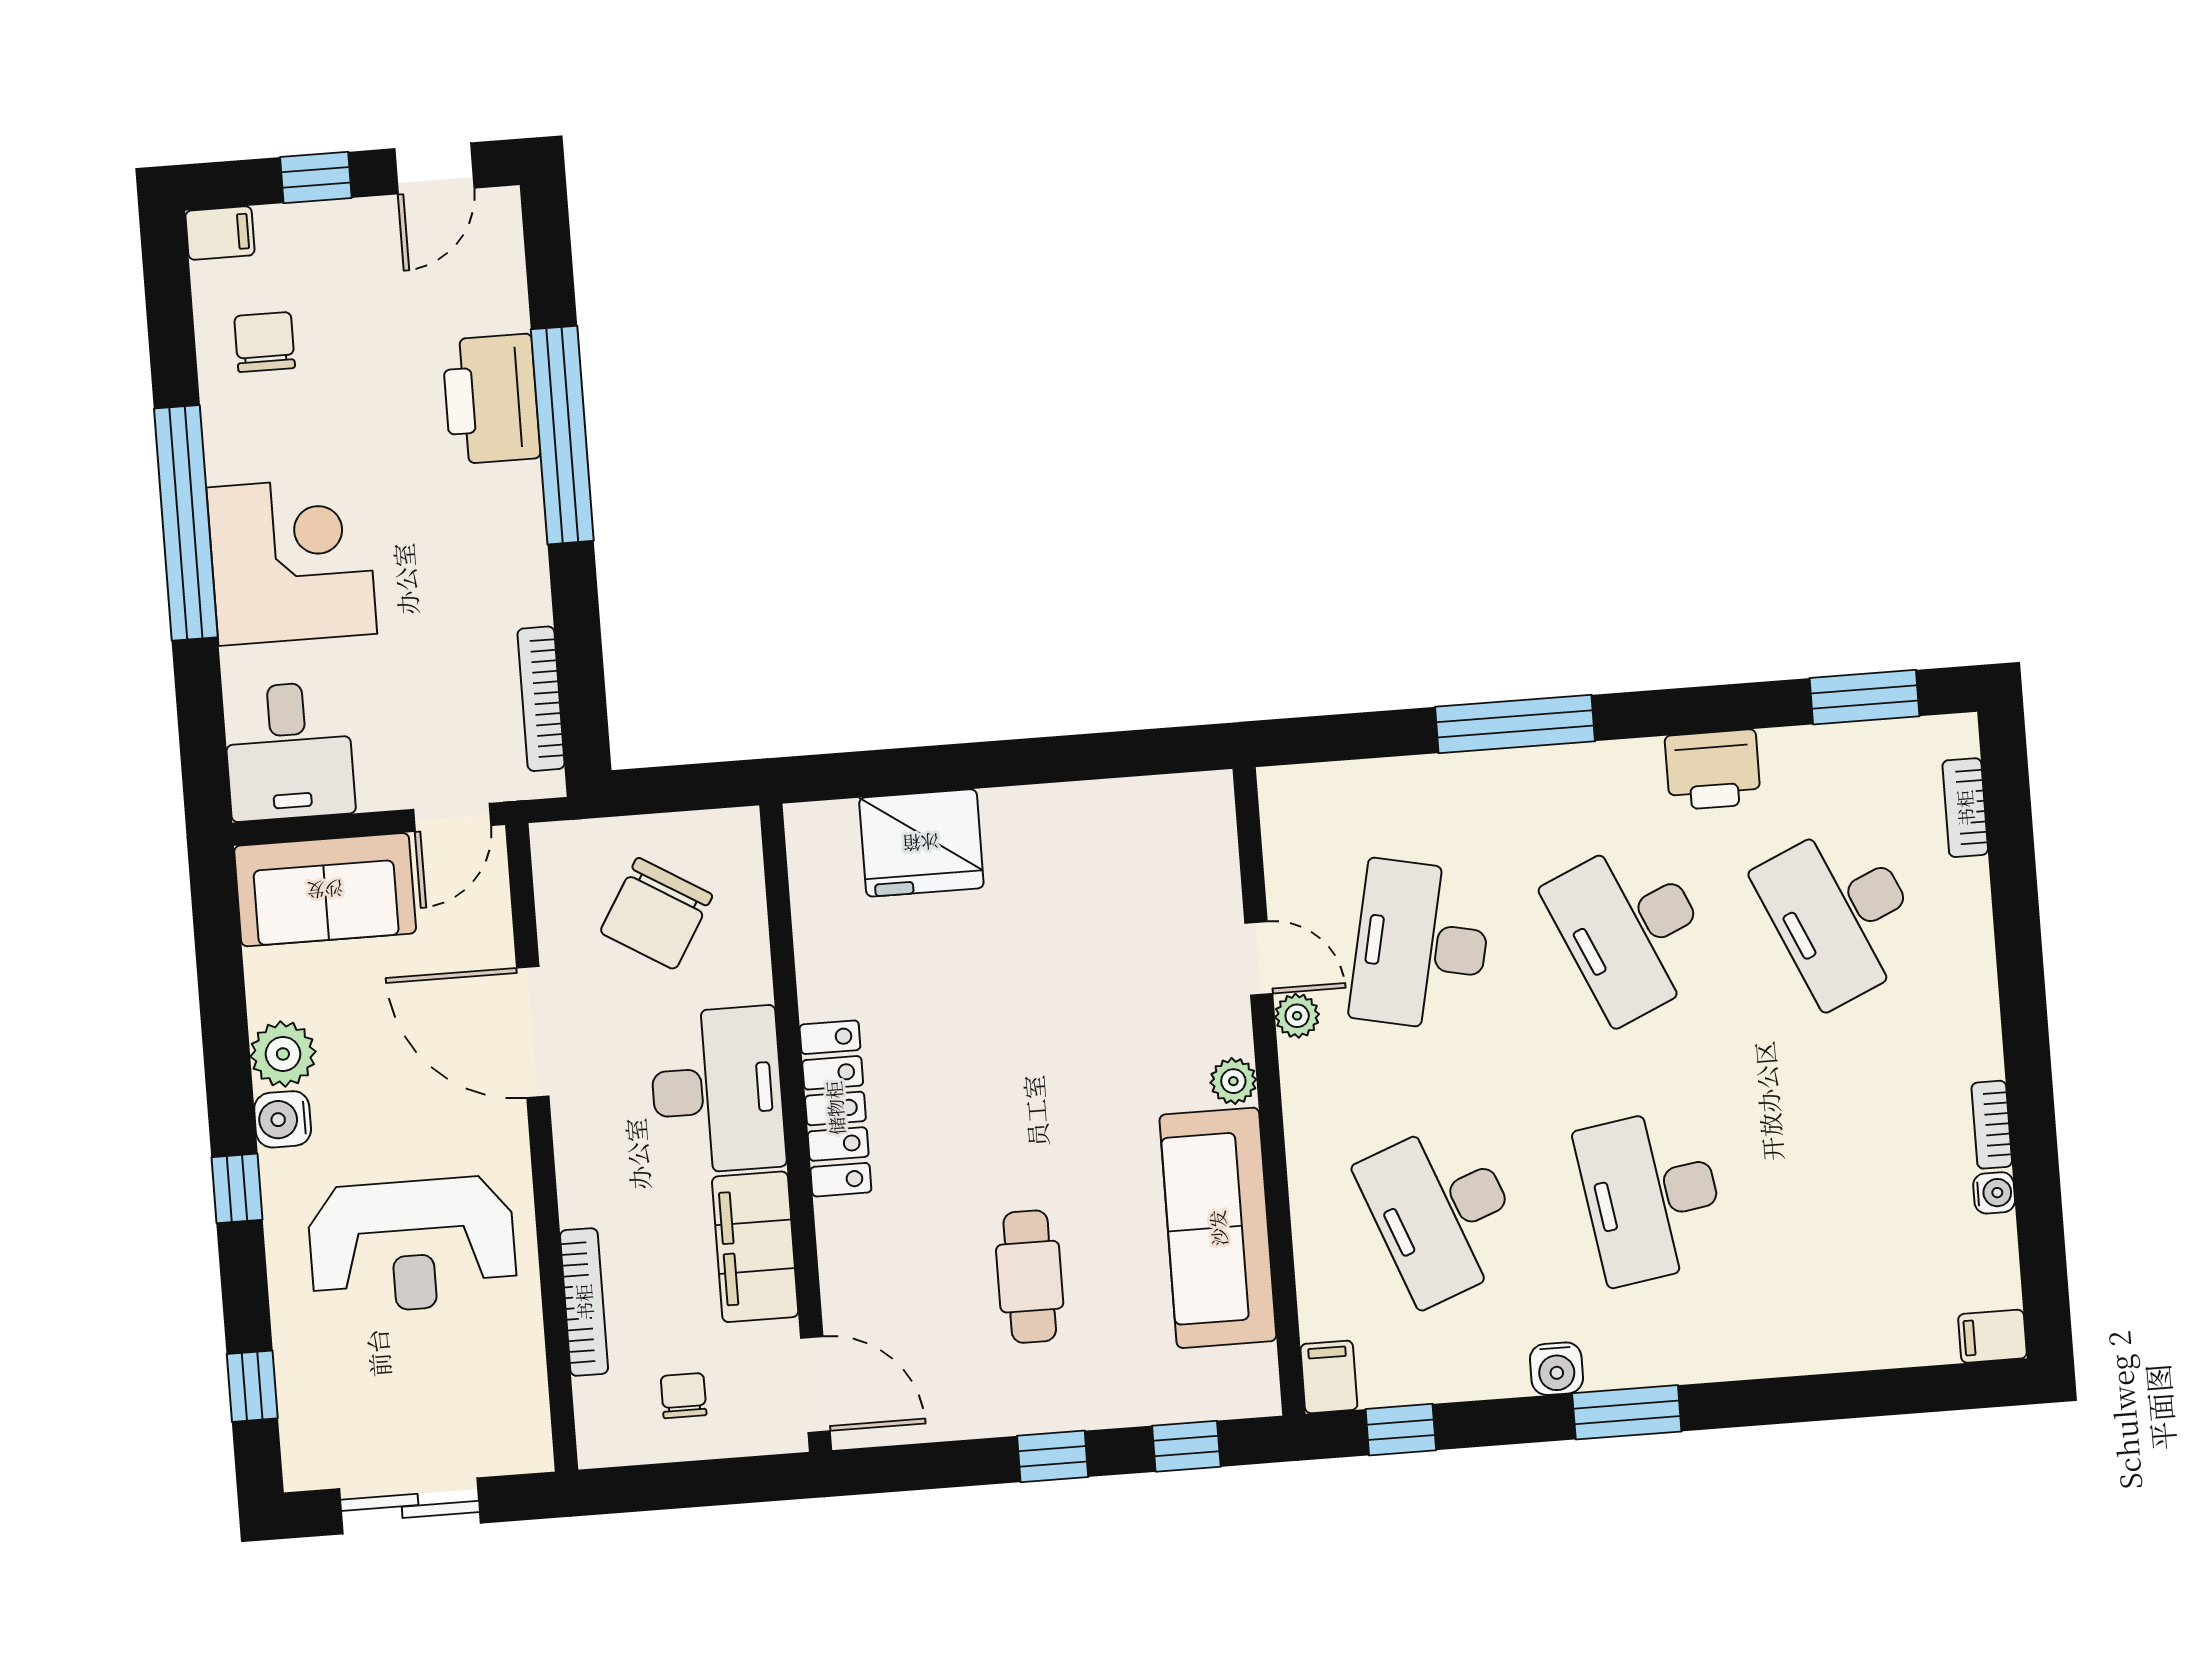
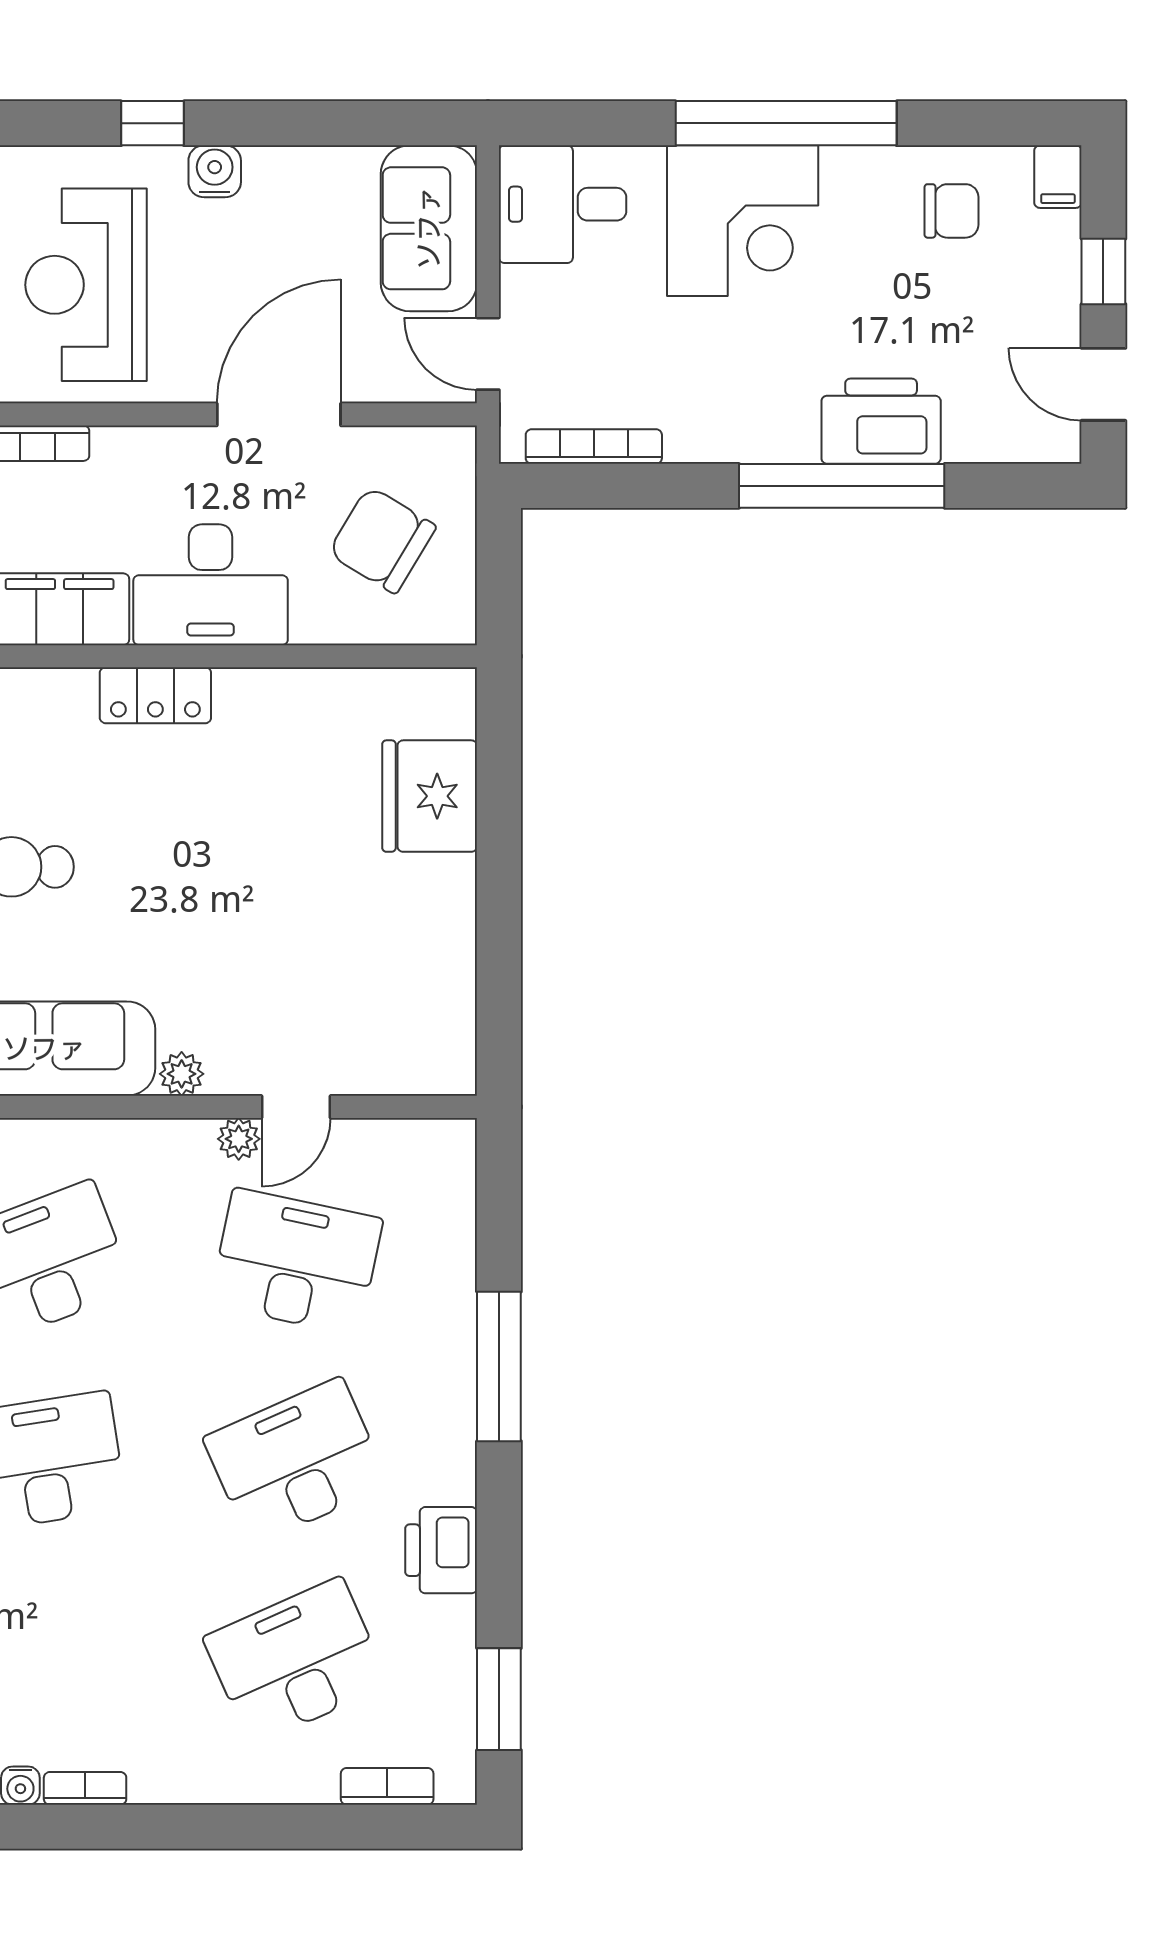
plant: (283, 1054) -> (276, 176), removed
locker: (835, 1108) -> (155, 695), width x0.66

